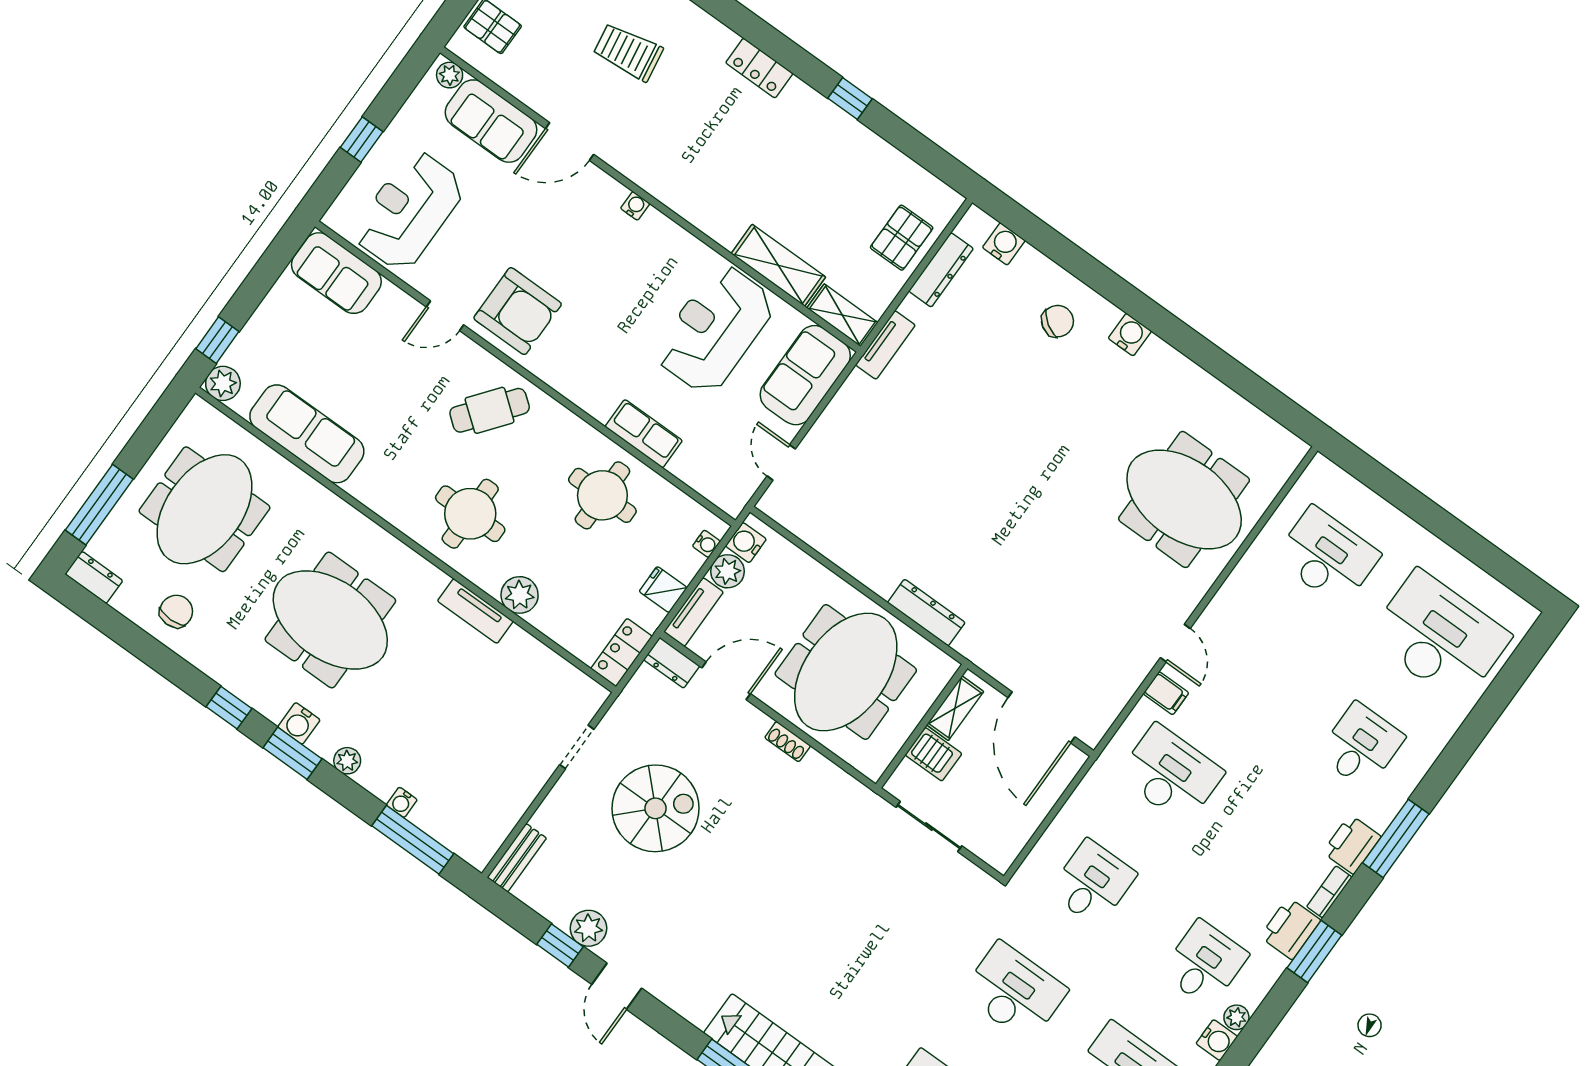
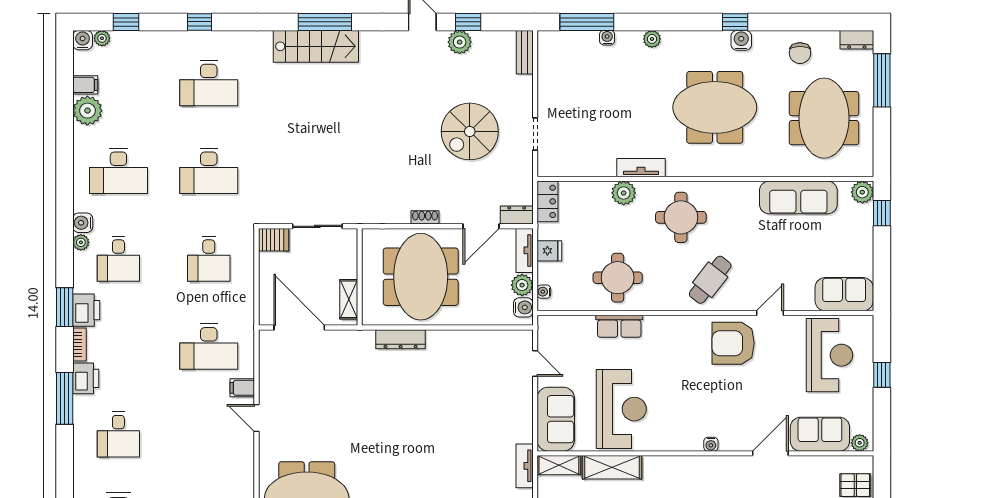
water cooler: (299, 723) -> (741, 40), moved
window: (292, 753) -> (684, 22), removed
server rack: (933, 754) -> (274, 240), moved, turned 180

